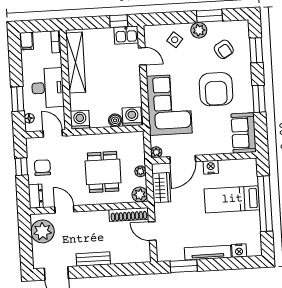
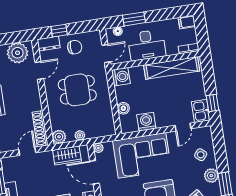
washing machine: (132, 117) -> (146, 122), moved, turned -90
window: (21, 167) -> (59, 31), moved
dining table: (103, 172) -> (77, 90), moved

